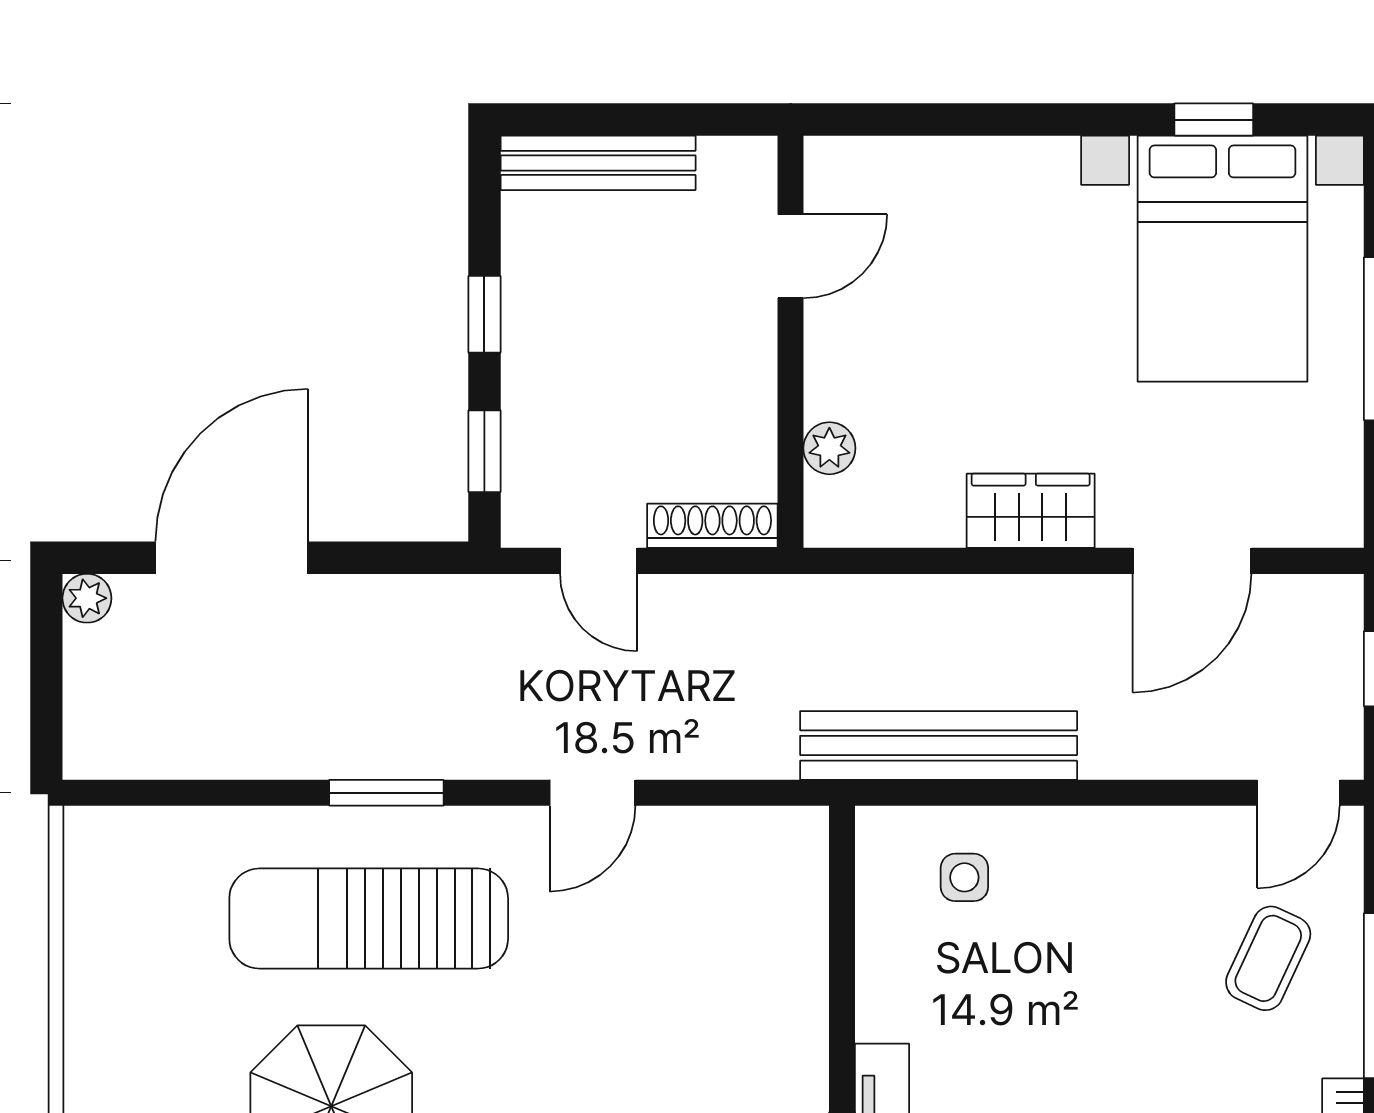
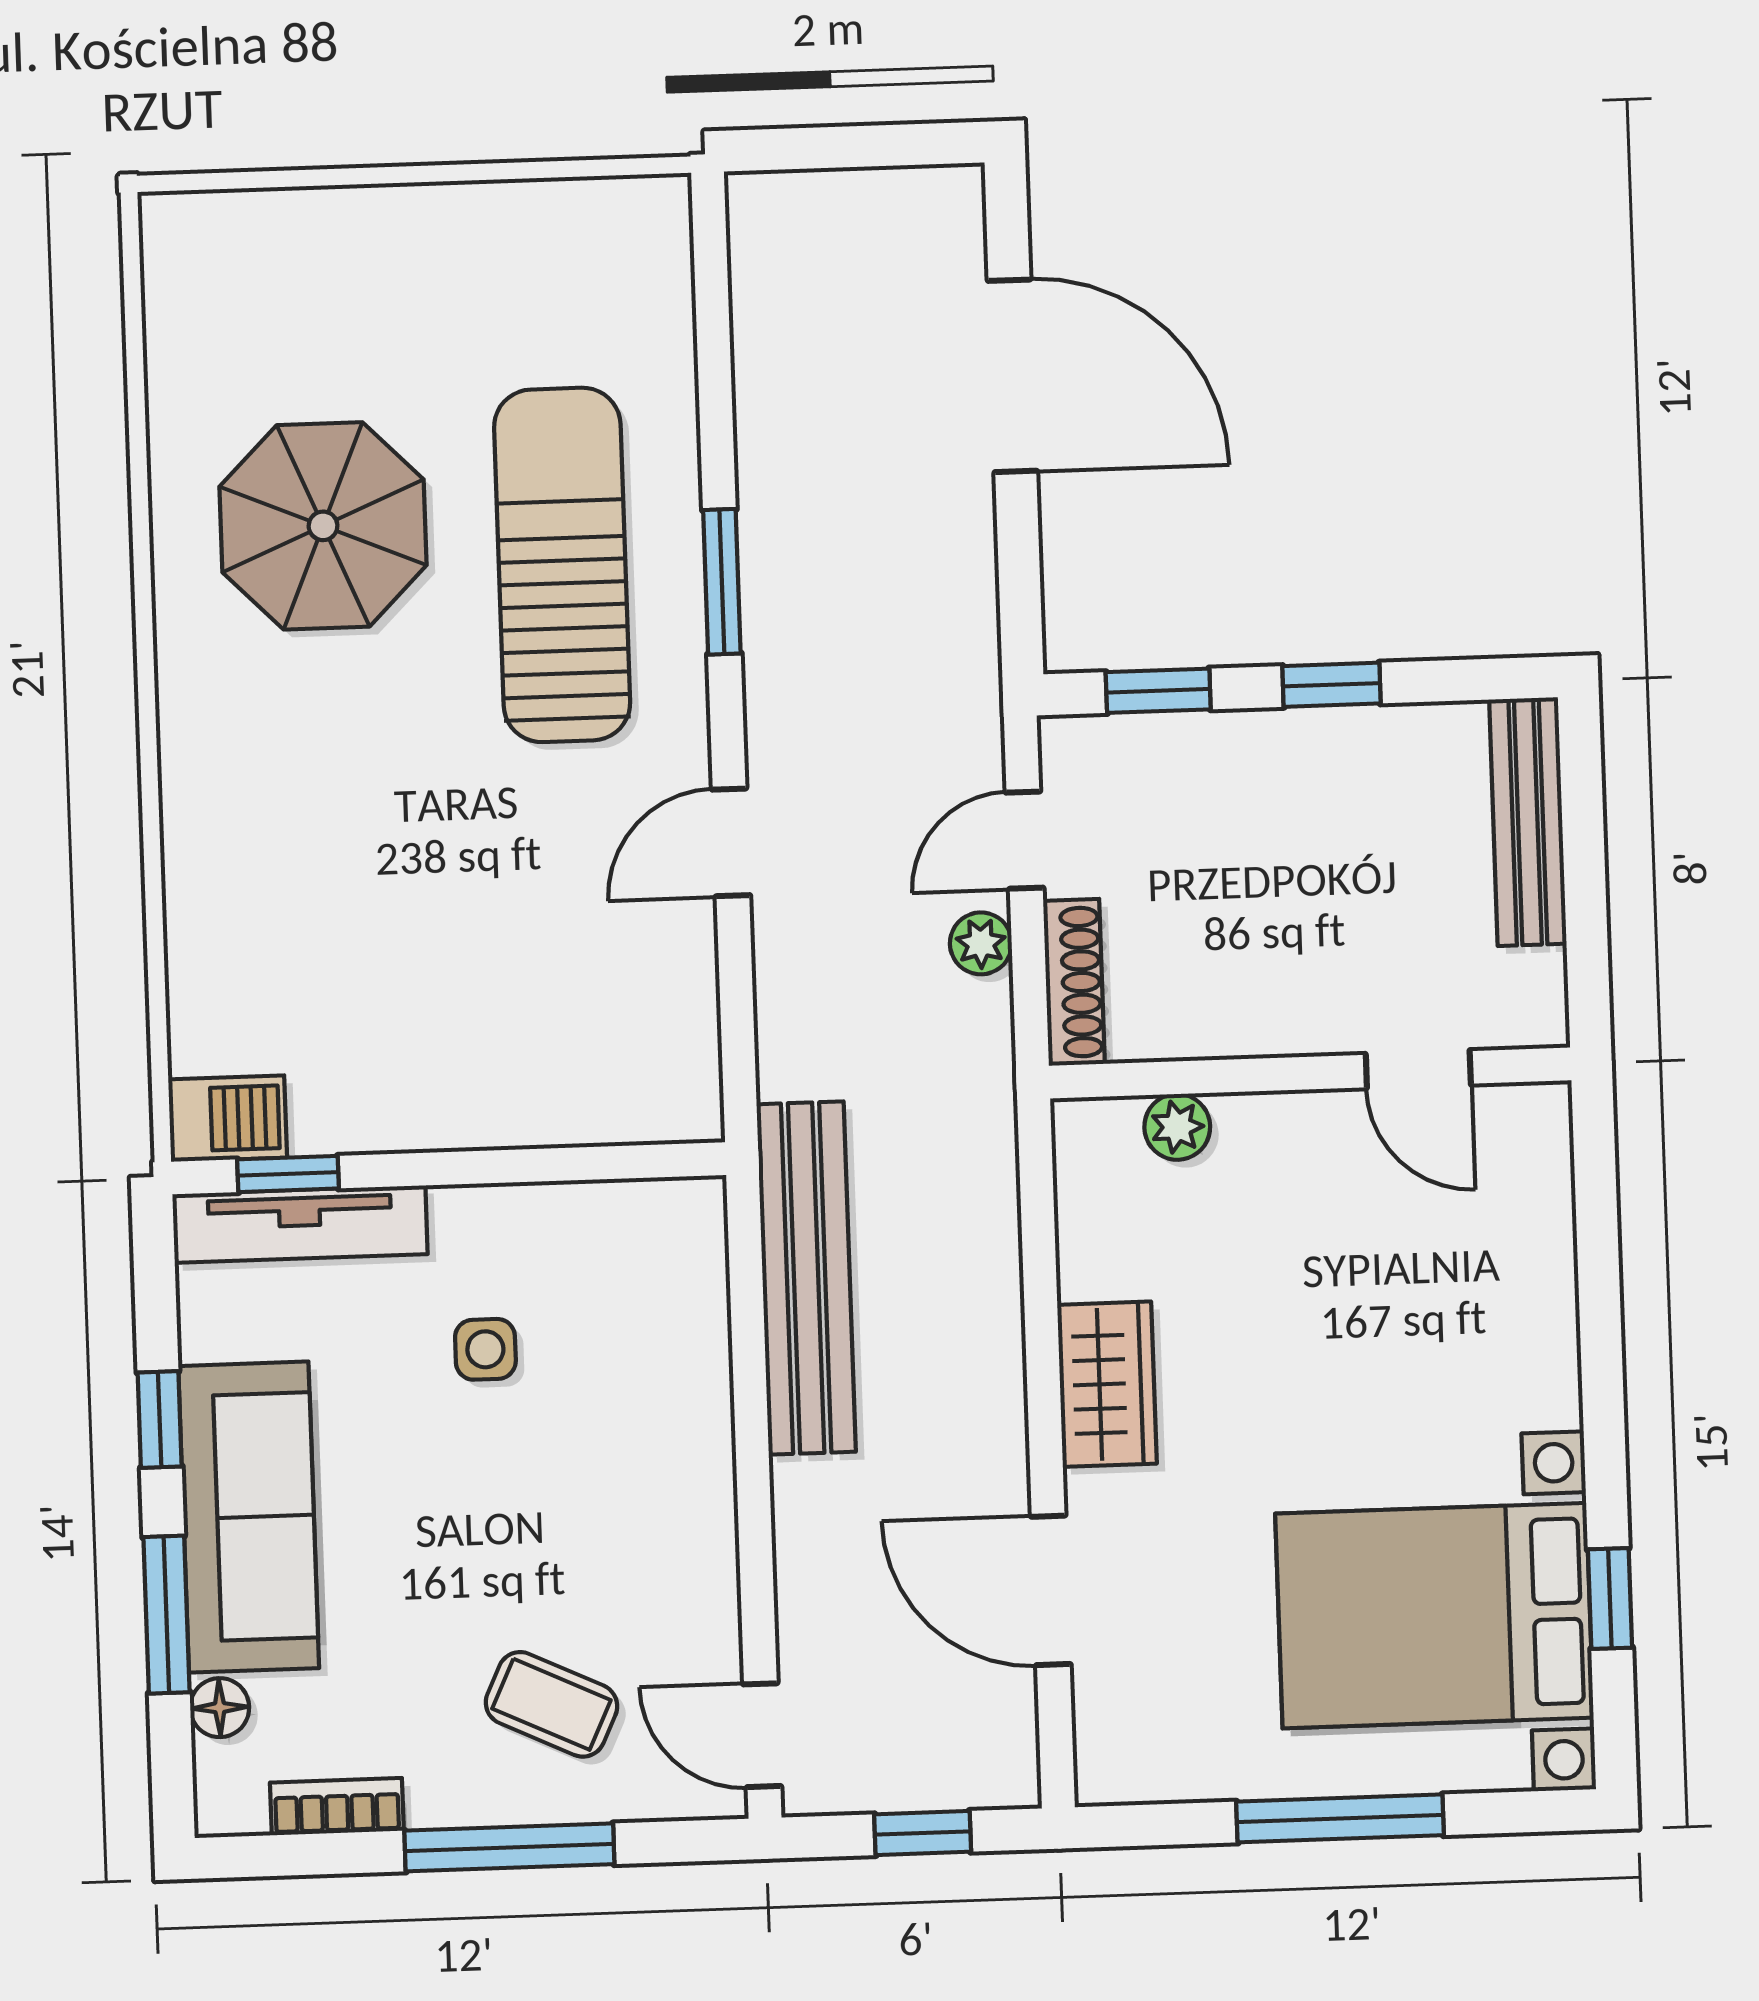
plant: (87, 598) -> (981, 943), moved
door: (592, 793) -> (731, 842), hinge flipped
side table: (964, 877) -> (485, 1349), moved

